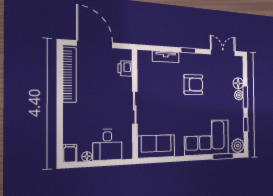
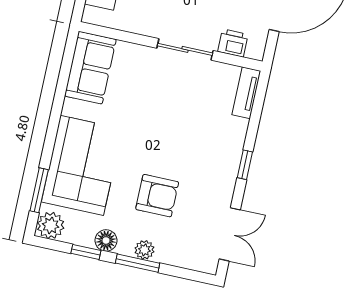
tv unit: (166, 57) -> (246, 93), moved
floor lamp: (238, 83) -> (106, 240), moved
armchair: (193, 85) -> (157, 196), moved, turned -90
sliding door: (135, 108) -> (185, 49), moved

